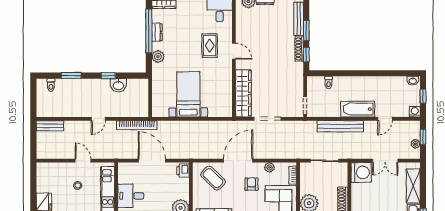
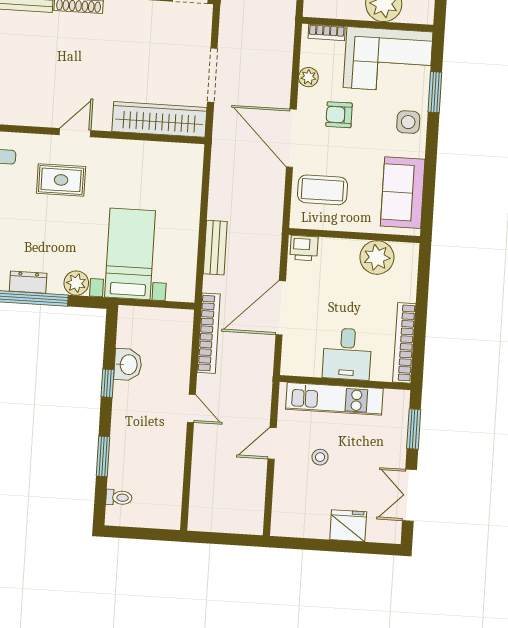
bed with nightstands: (188, 94) -> (130, 254), moved, turned 90
bench: (50, 126) -> (215, 248), moved
coffee table: (213, 178) -> (322, 190), turned 46

